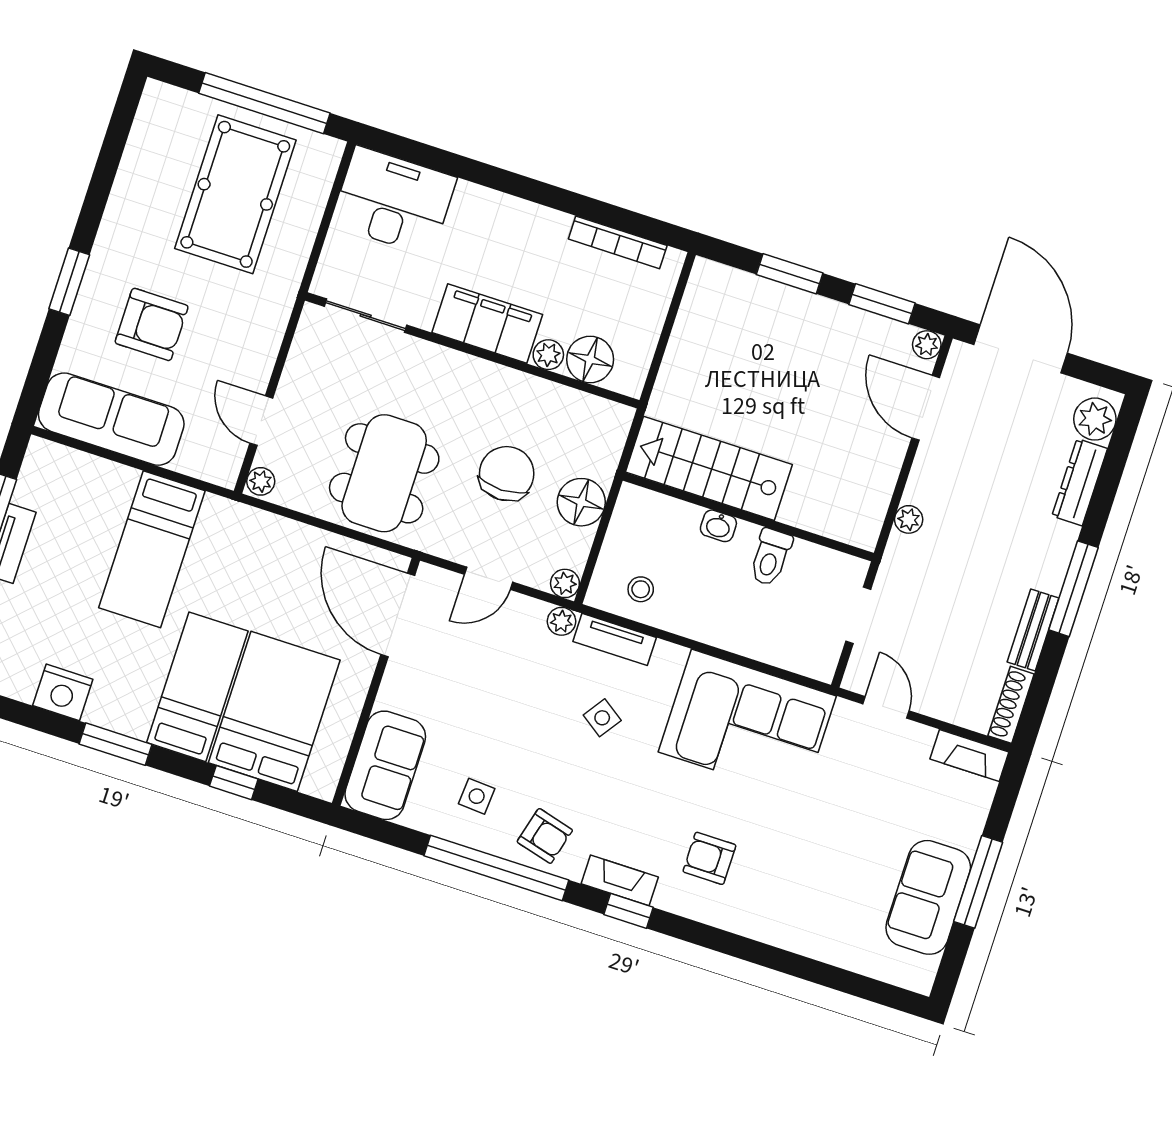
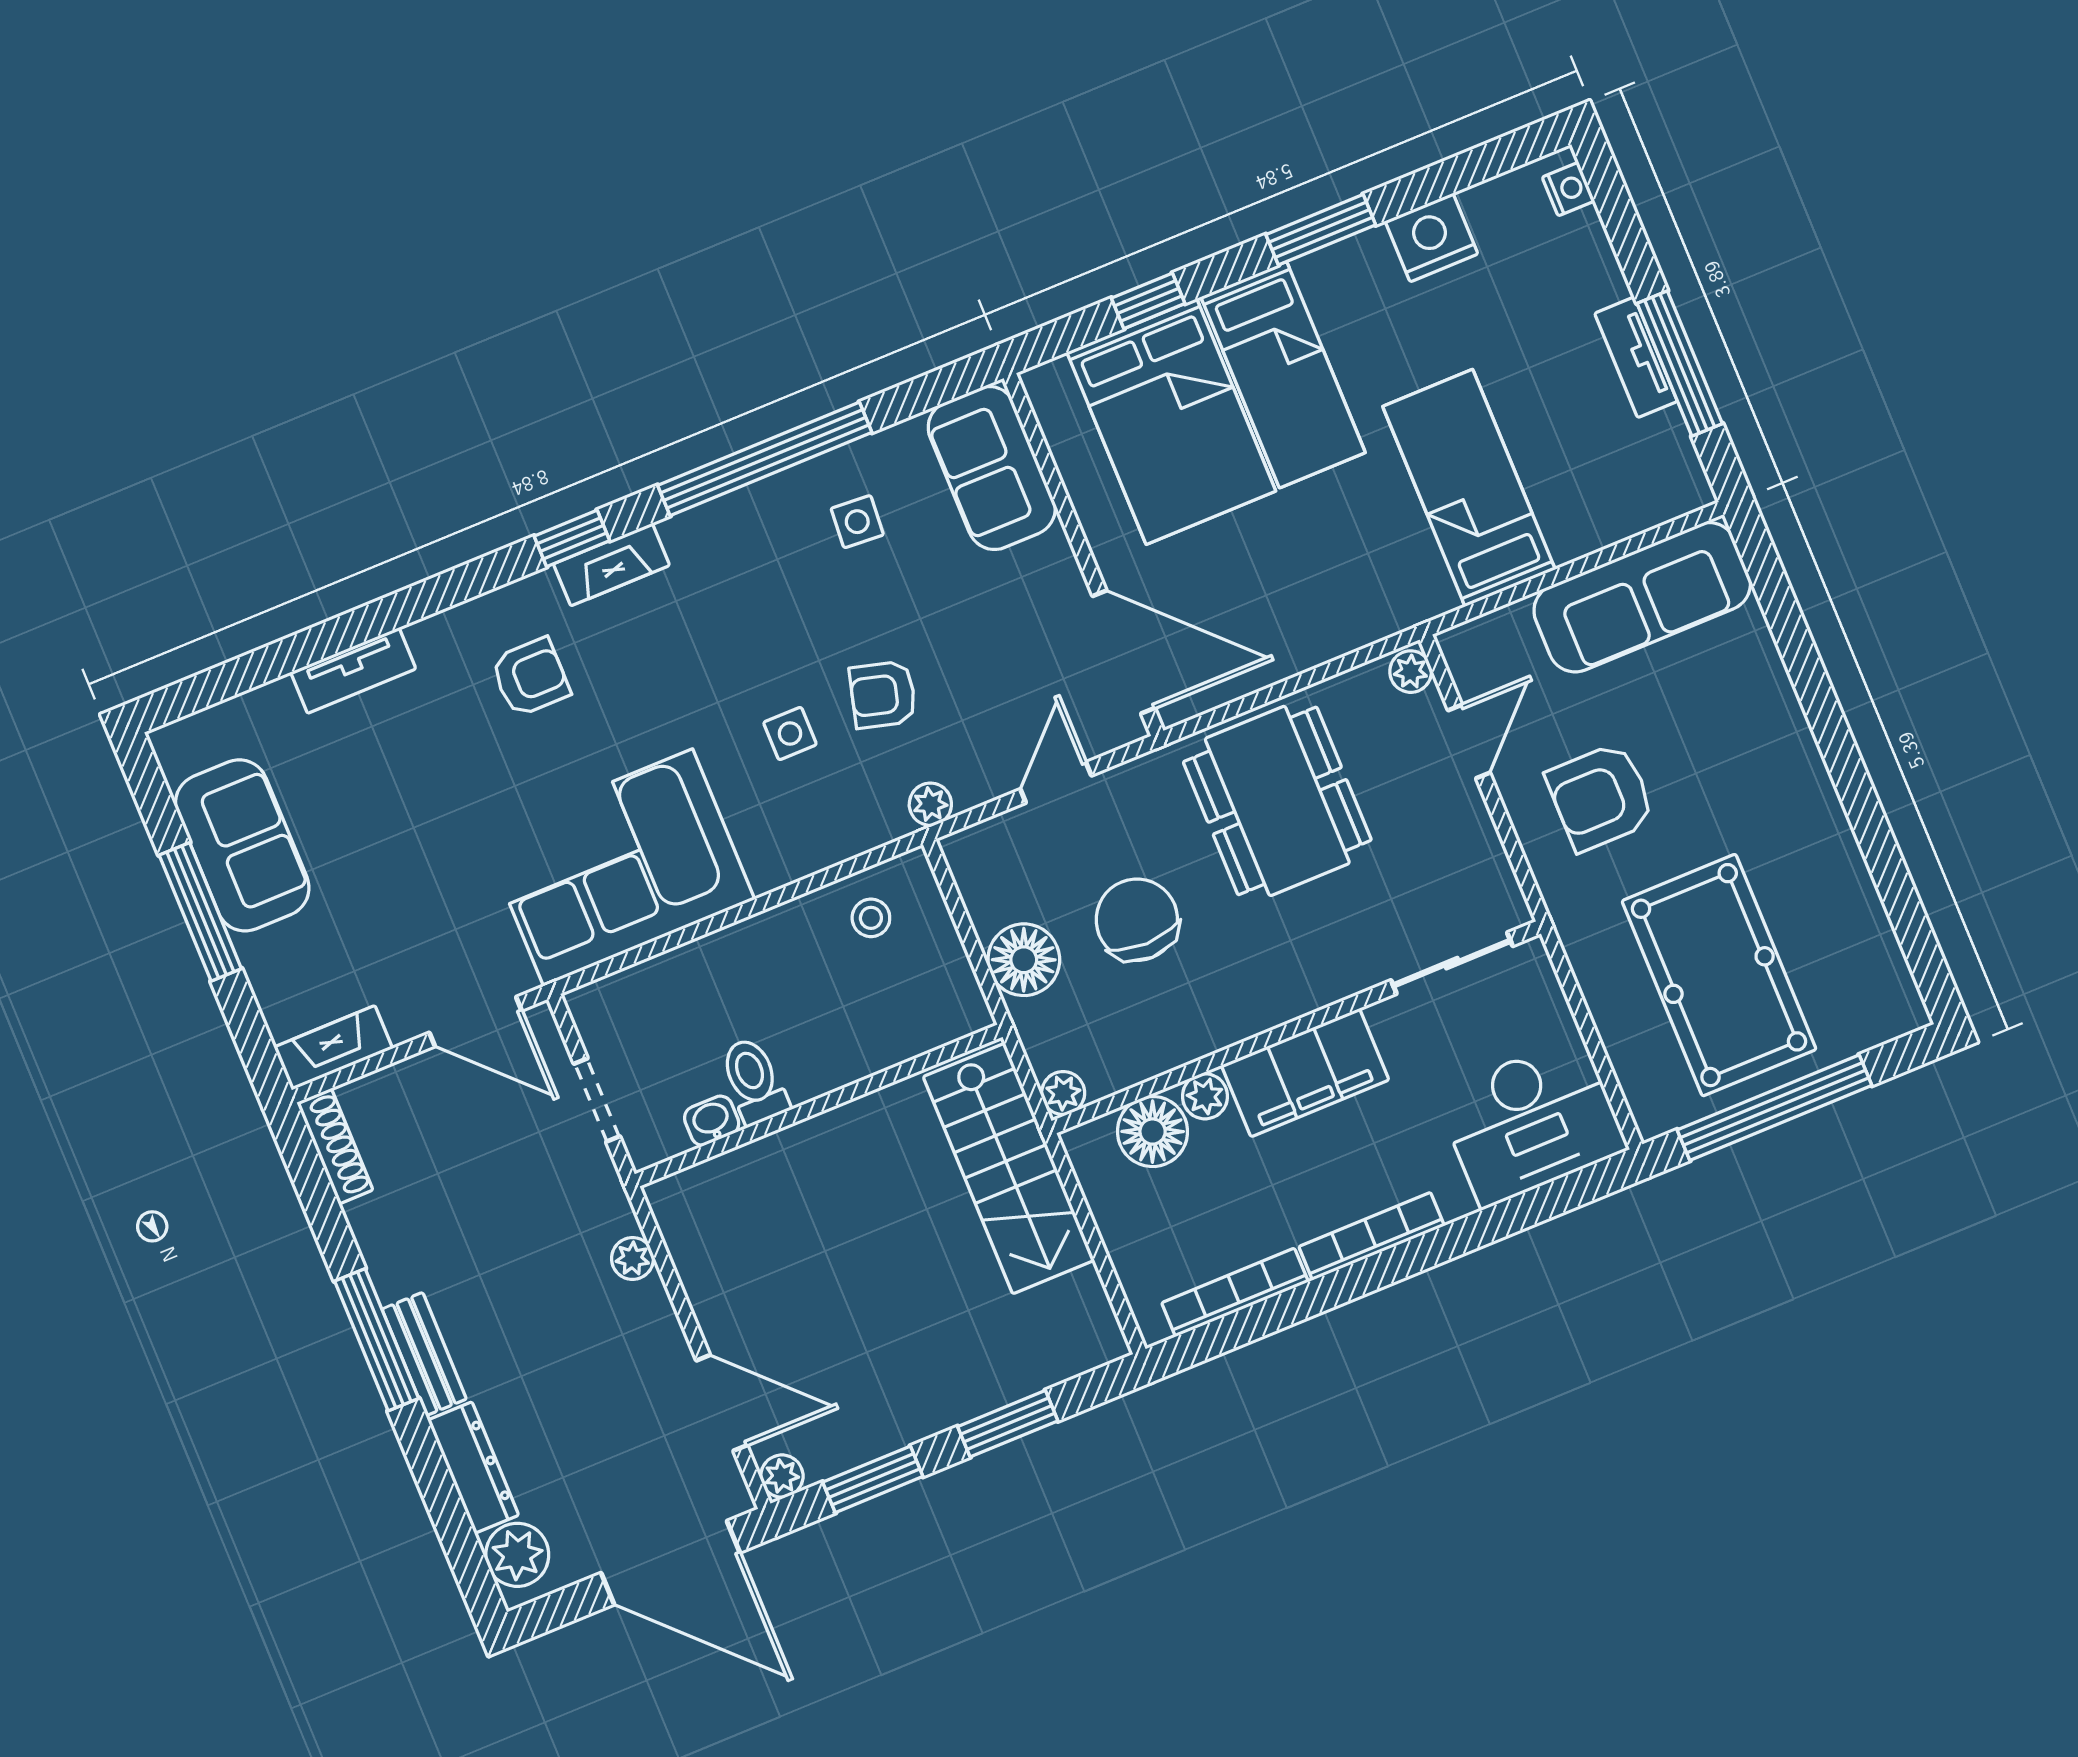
bookcase: (524, 212) -> (1372, 1236), added
window: (69, 282) -> (1824, 713), removed
armchair: (152, 324) -> (1601, 797), moved
door: (261, 421) -> (1469, 741), hinge flipped
stairs: (709, 468) -> (1009, 1168), moved, turned 90
chair: (507, 474) -> (1137, 920), turned 180
washbasin: (718, 526) -> (712, 1121), moved
plant: (565, 583) -> (1063, 1093), moved
bench: (1033, 630) -> (424, 1354), moved
tv unit: (615, 639) -> (353, 671), moved, turned 180
door: (886, 707) -> (475, 1022), width x1.38
side table: (602, 718) -> (790, 733), turned -35
armchair: (545, 836) -> (883, 695), moved

